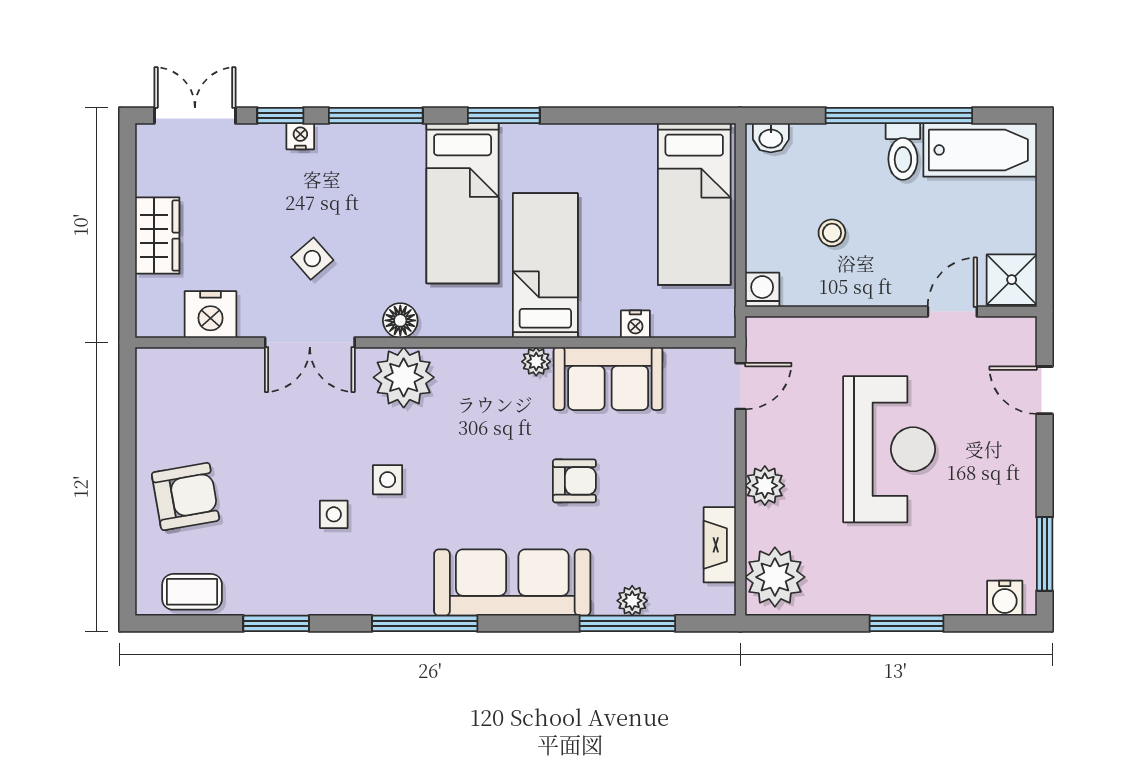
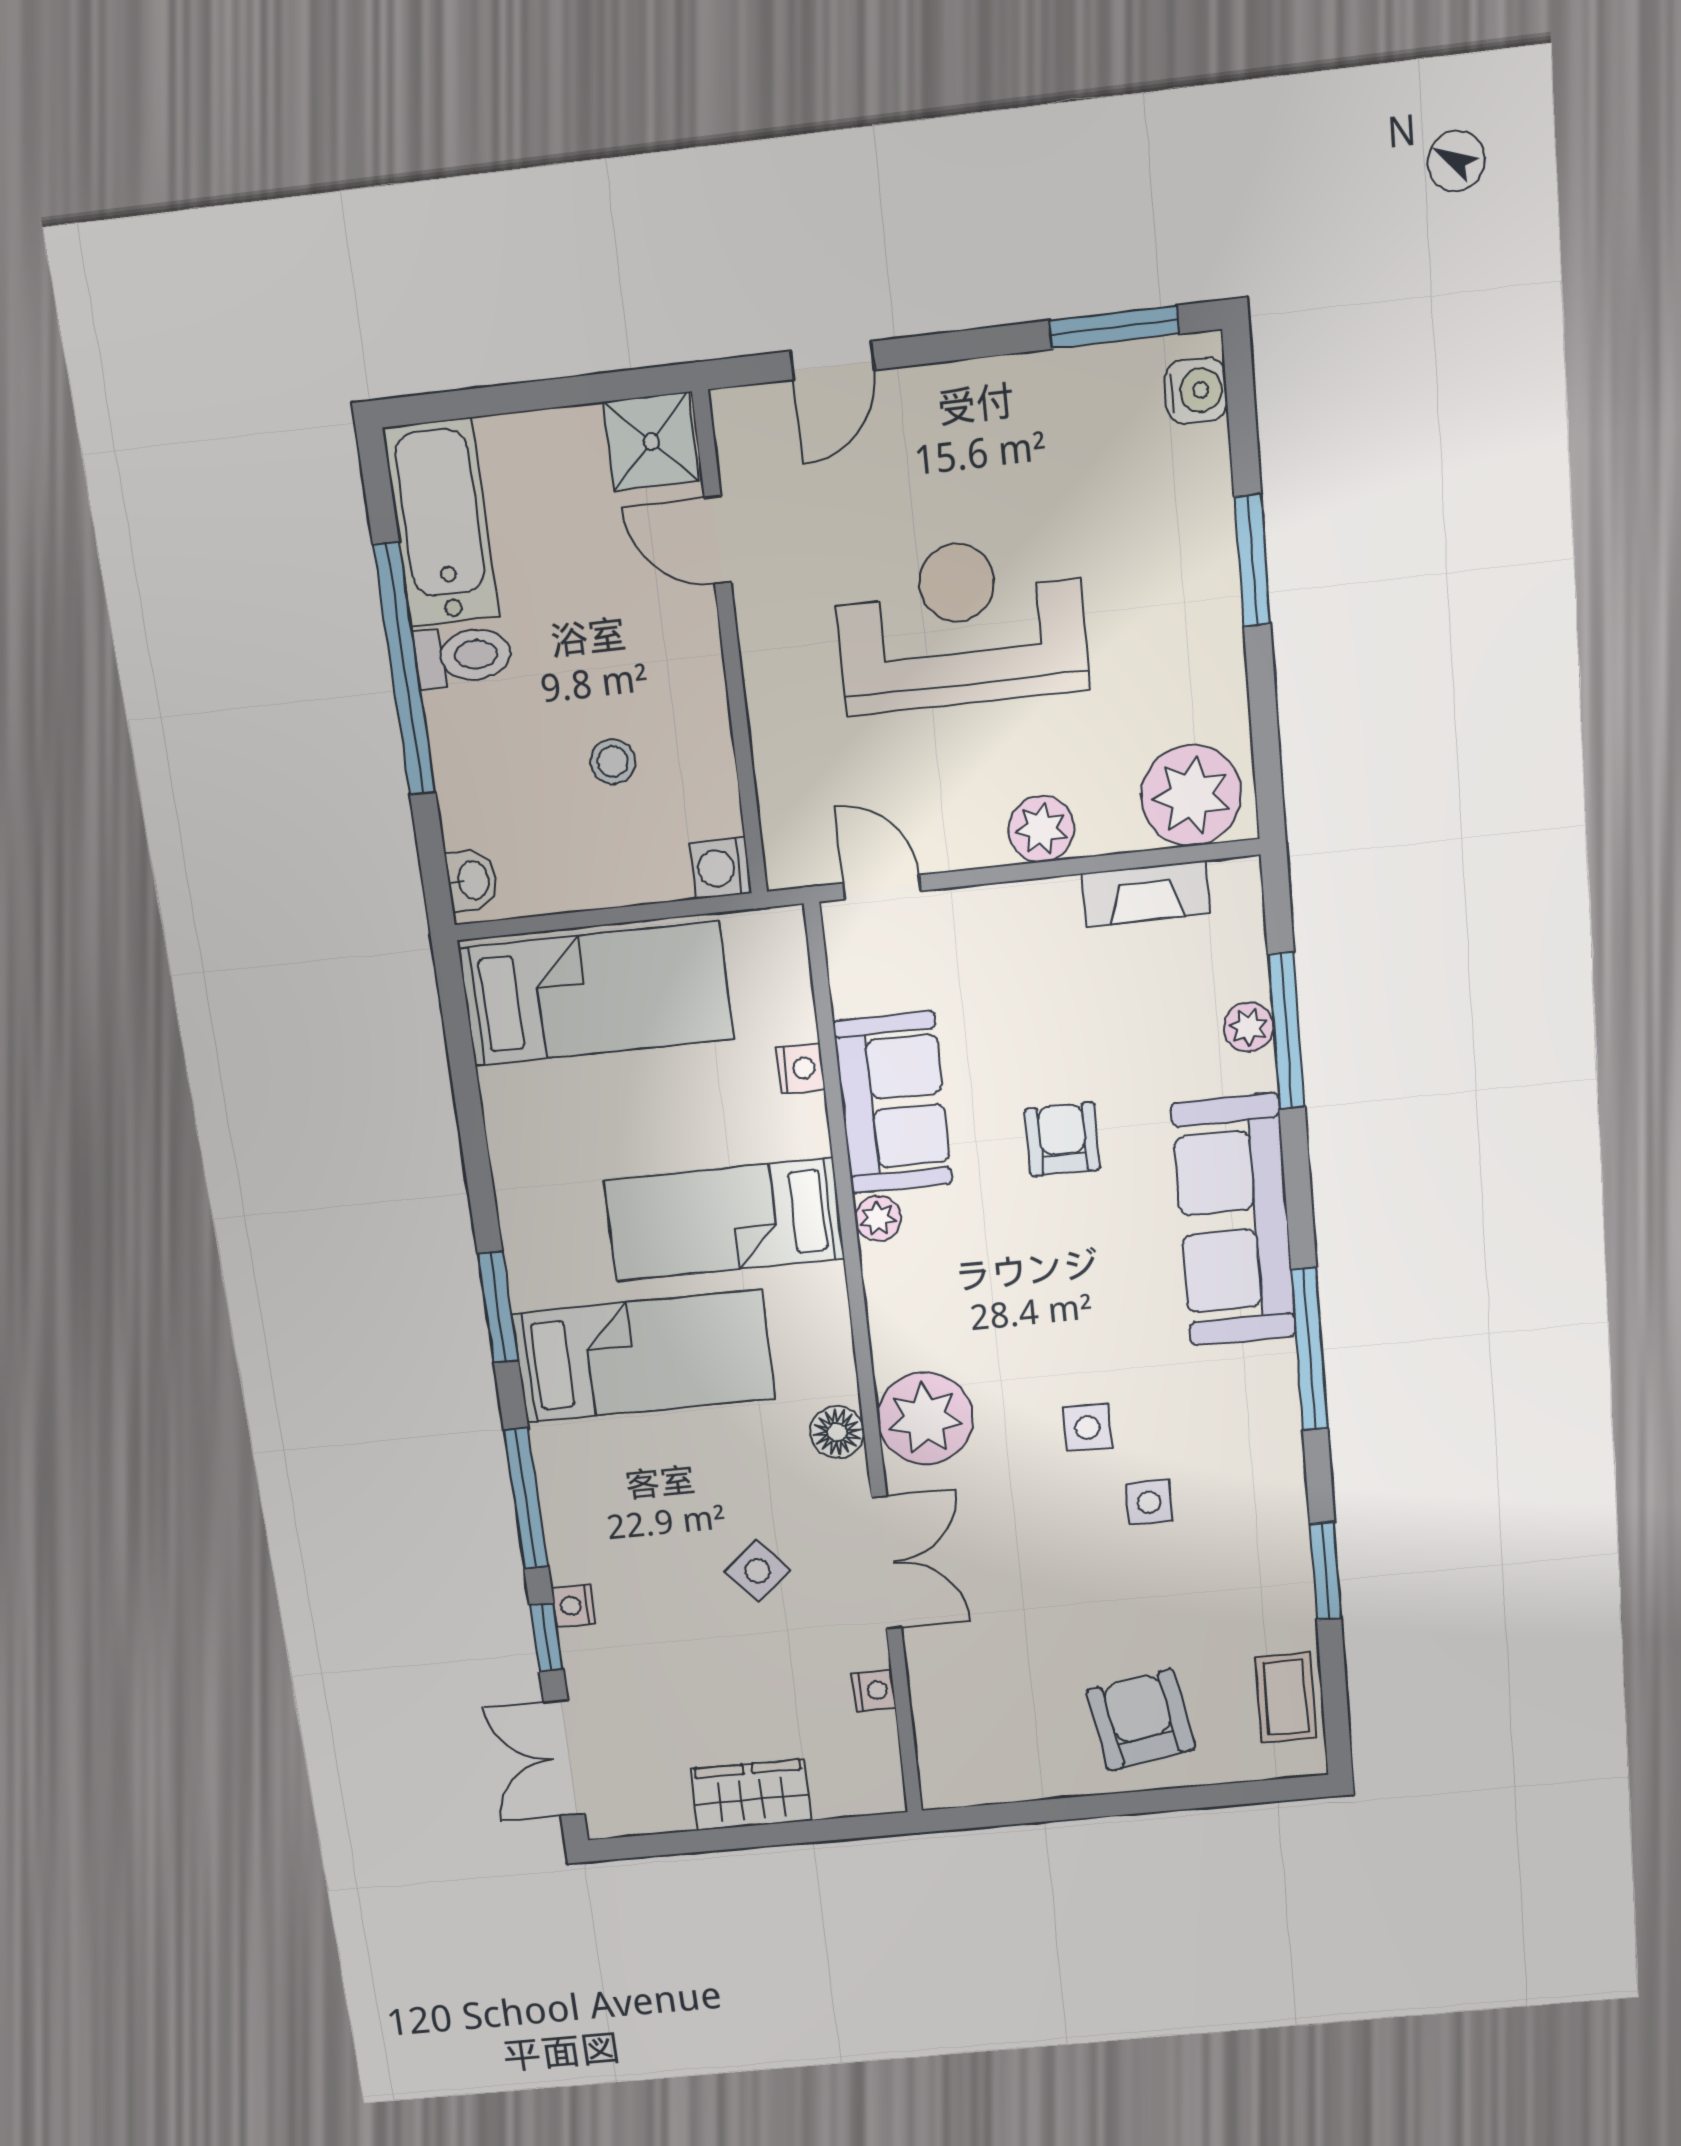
nightstand: (211, 314) -> (874, 1690), width x0.53, depth x0.56

